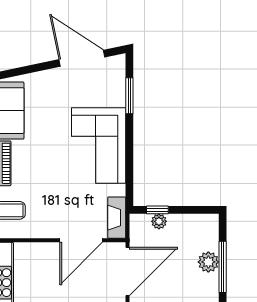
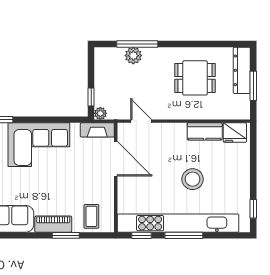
plant: (159, 221) -> (100, 113), moved
door: (128, 272) -> (141, 121), width x0.53

